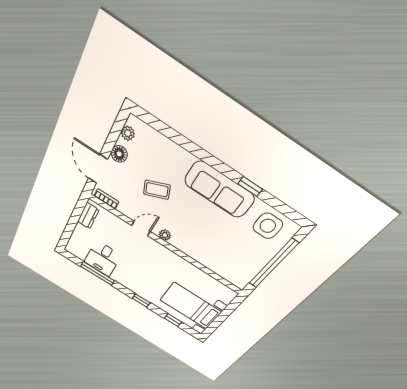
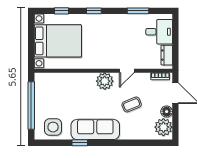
plant: (128, 133) -> (163, 127), width x1.88, depth x1.88
plant: (165, 235) -> (105, 81), width x1.88, depth x1.88
desk: (103, 259) -> (159, 32), moved, turned 90
window: (97, 273) -> (138, 11), width x0.69
bed with nightstands: (191, 306) -> (58, 41), width x1.36

